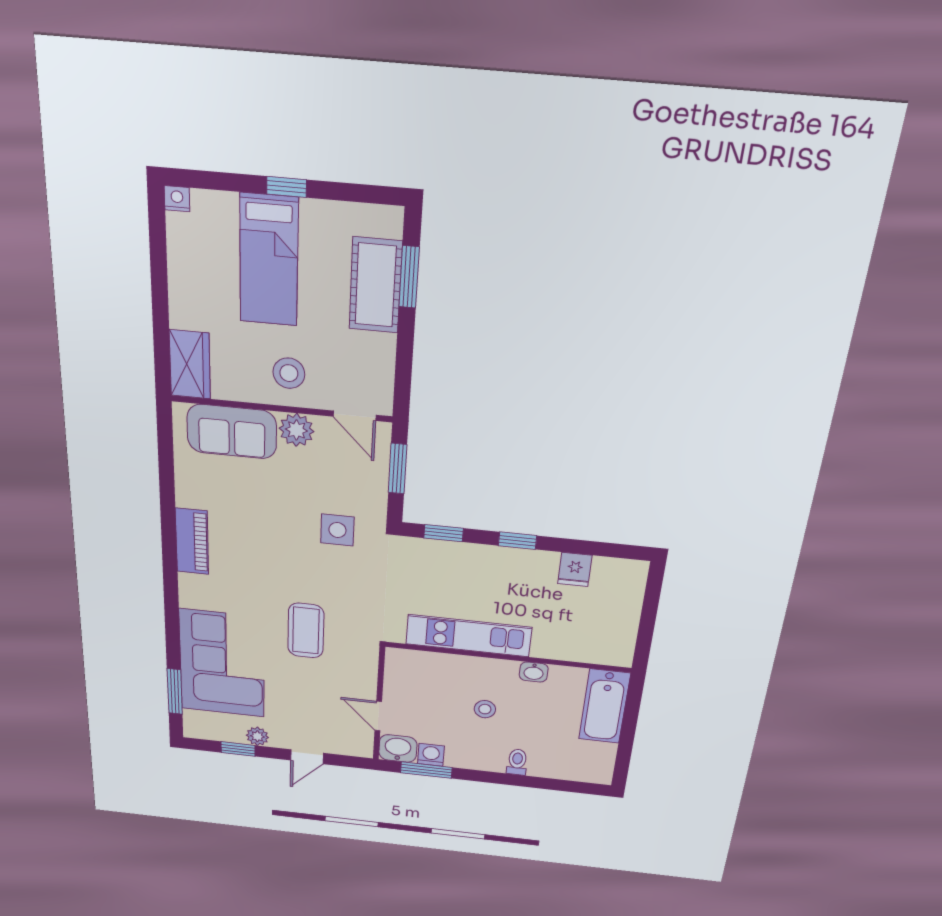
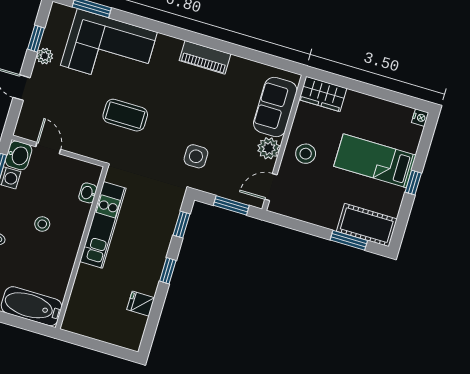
cot: (375, 285) -> (367, 225), moved
washbasin: (534, 672) -> (88, 193), moved
door: (378, 716) -> (48, 148), hinge flipped

